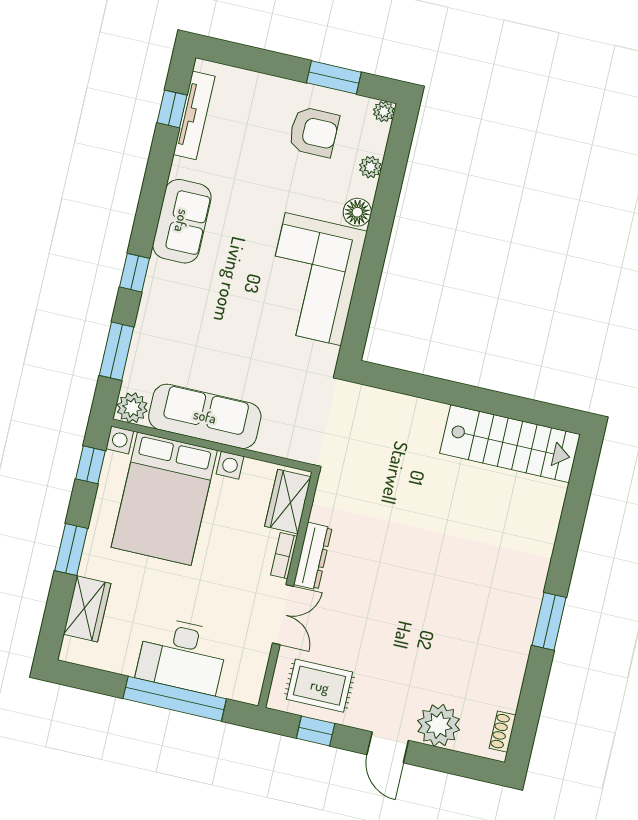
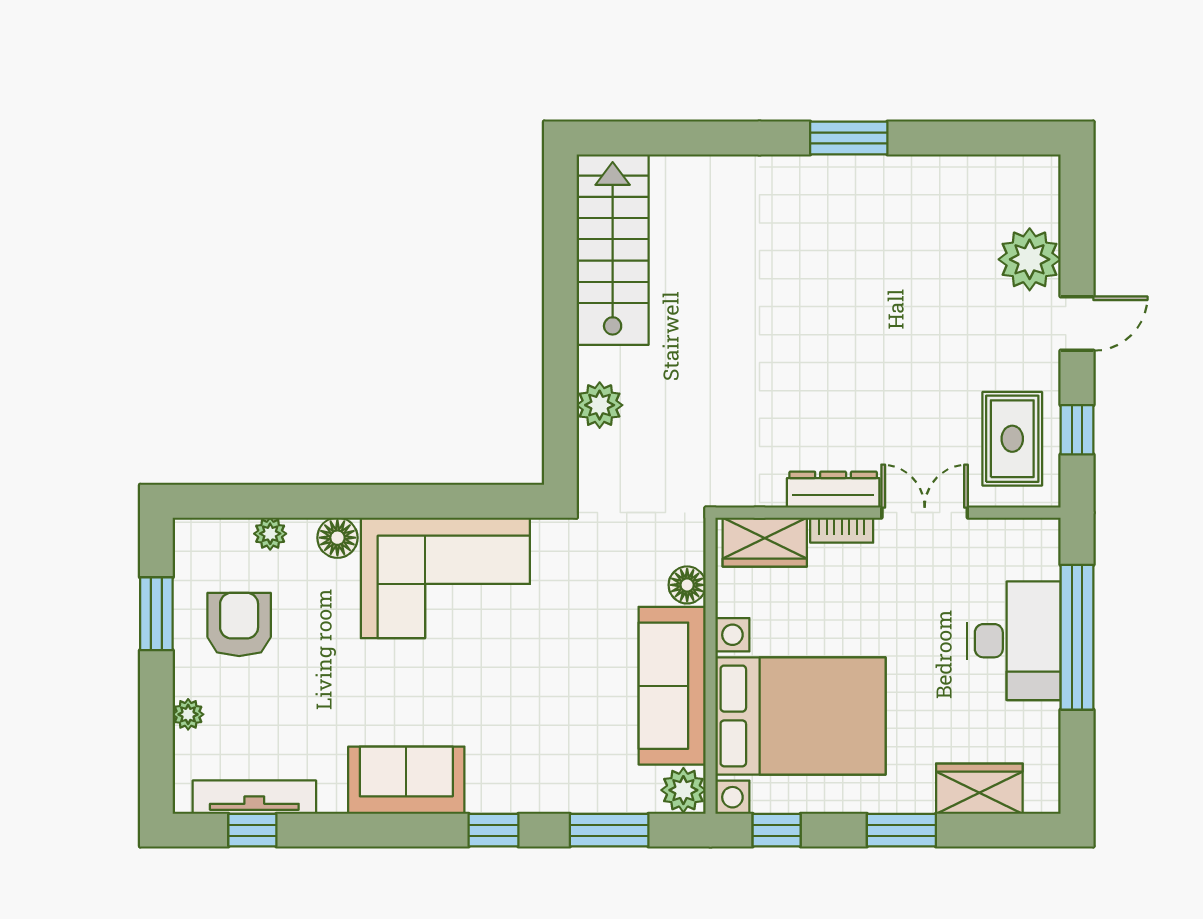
plant: (384, 112) -> (188, 714), moved
plant: (407, 411) -> (600, 405), added
floor lamp: (271, 442) -> (687, 585), added
shoe rack: (503, 732) -> (1018, 168), removed

